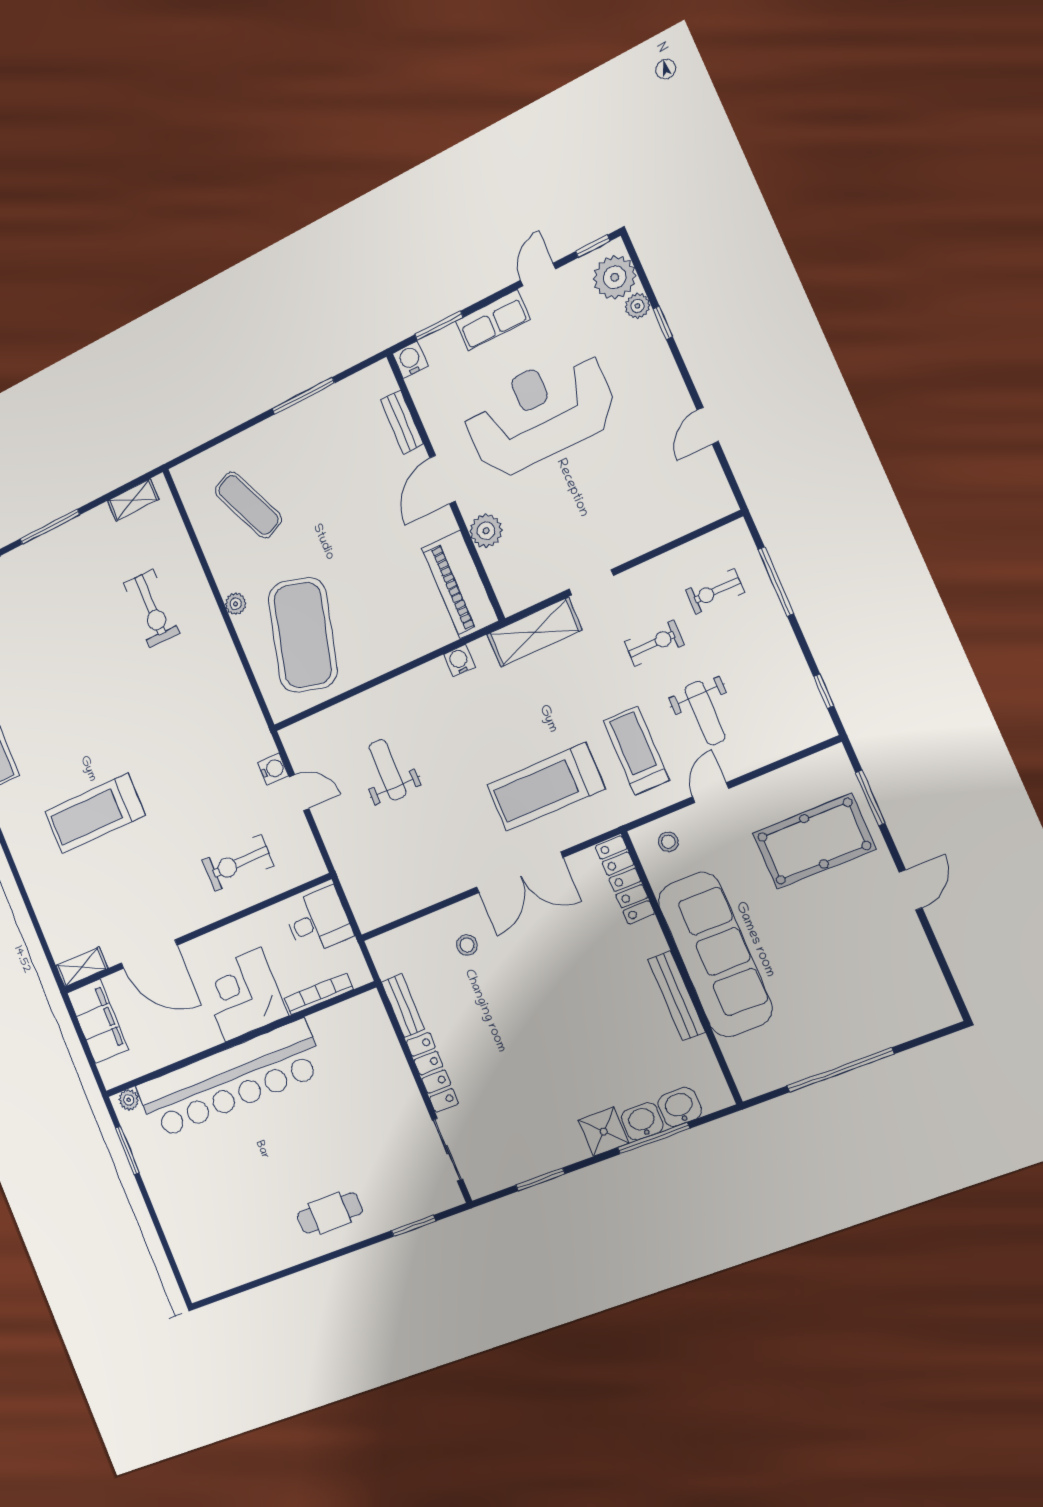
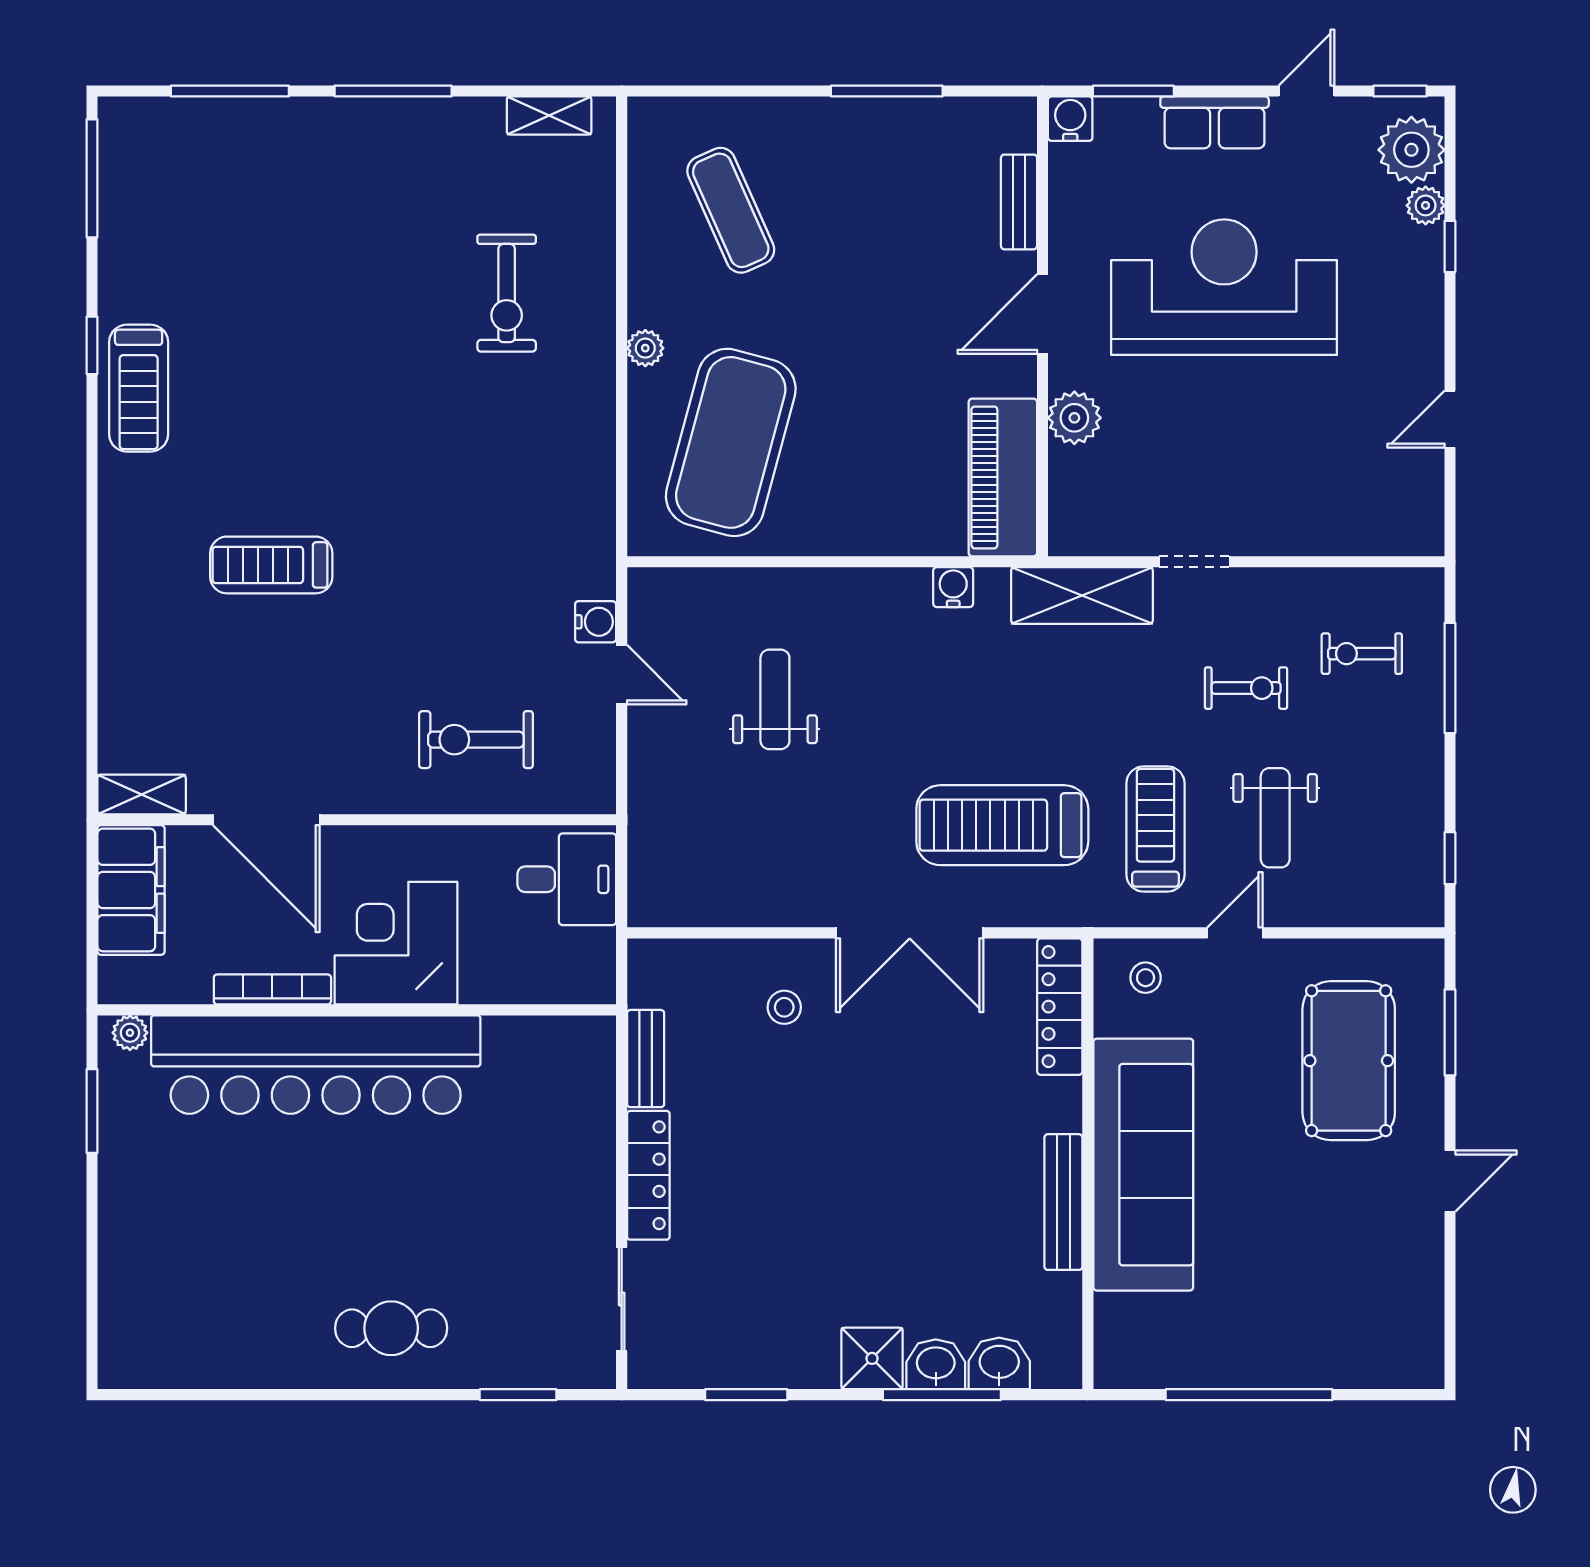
treadmill: (95, 813) -> (271, 565), width x0.73, depth x0.73
pool table: (814, 841) -> (1349, 1061), turned 90
bookcase: (319, 994) -> (272, 989), moved

